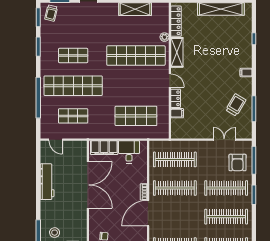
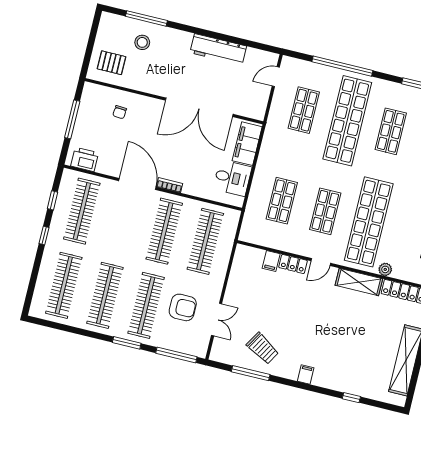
shop shelf: (136, 86) -> (325, 211), added
shop shelf: (136, 116) -> (282, 201), width x0.70, depth x0.74
armchair: (238, 163) -> (183, 307), moved, turned 180

